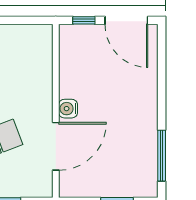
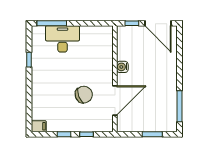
water cooler: (68, 109) -> (122, 67), moved

